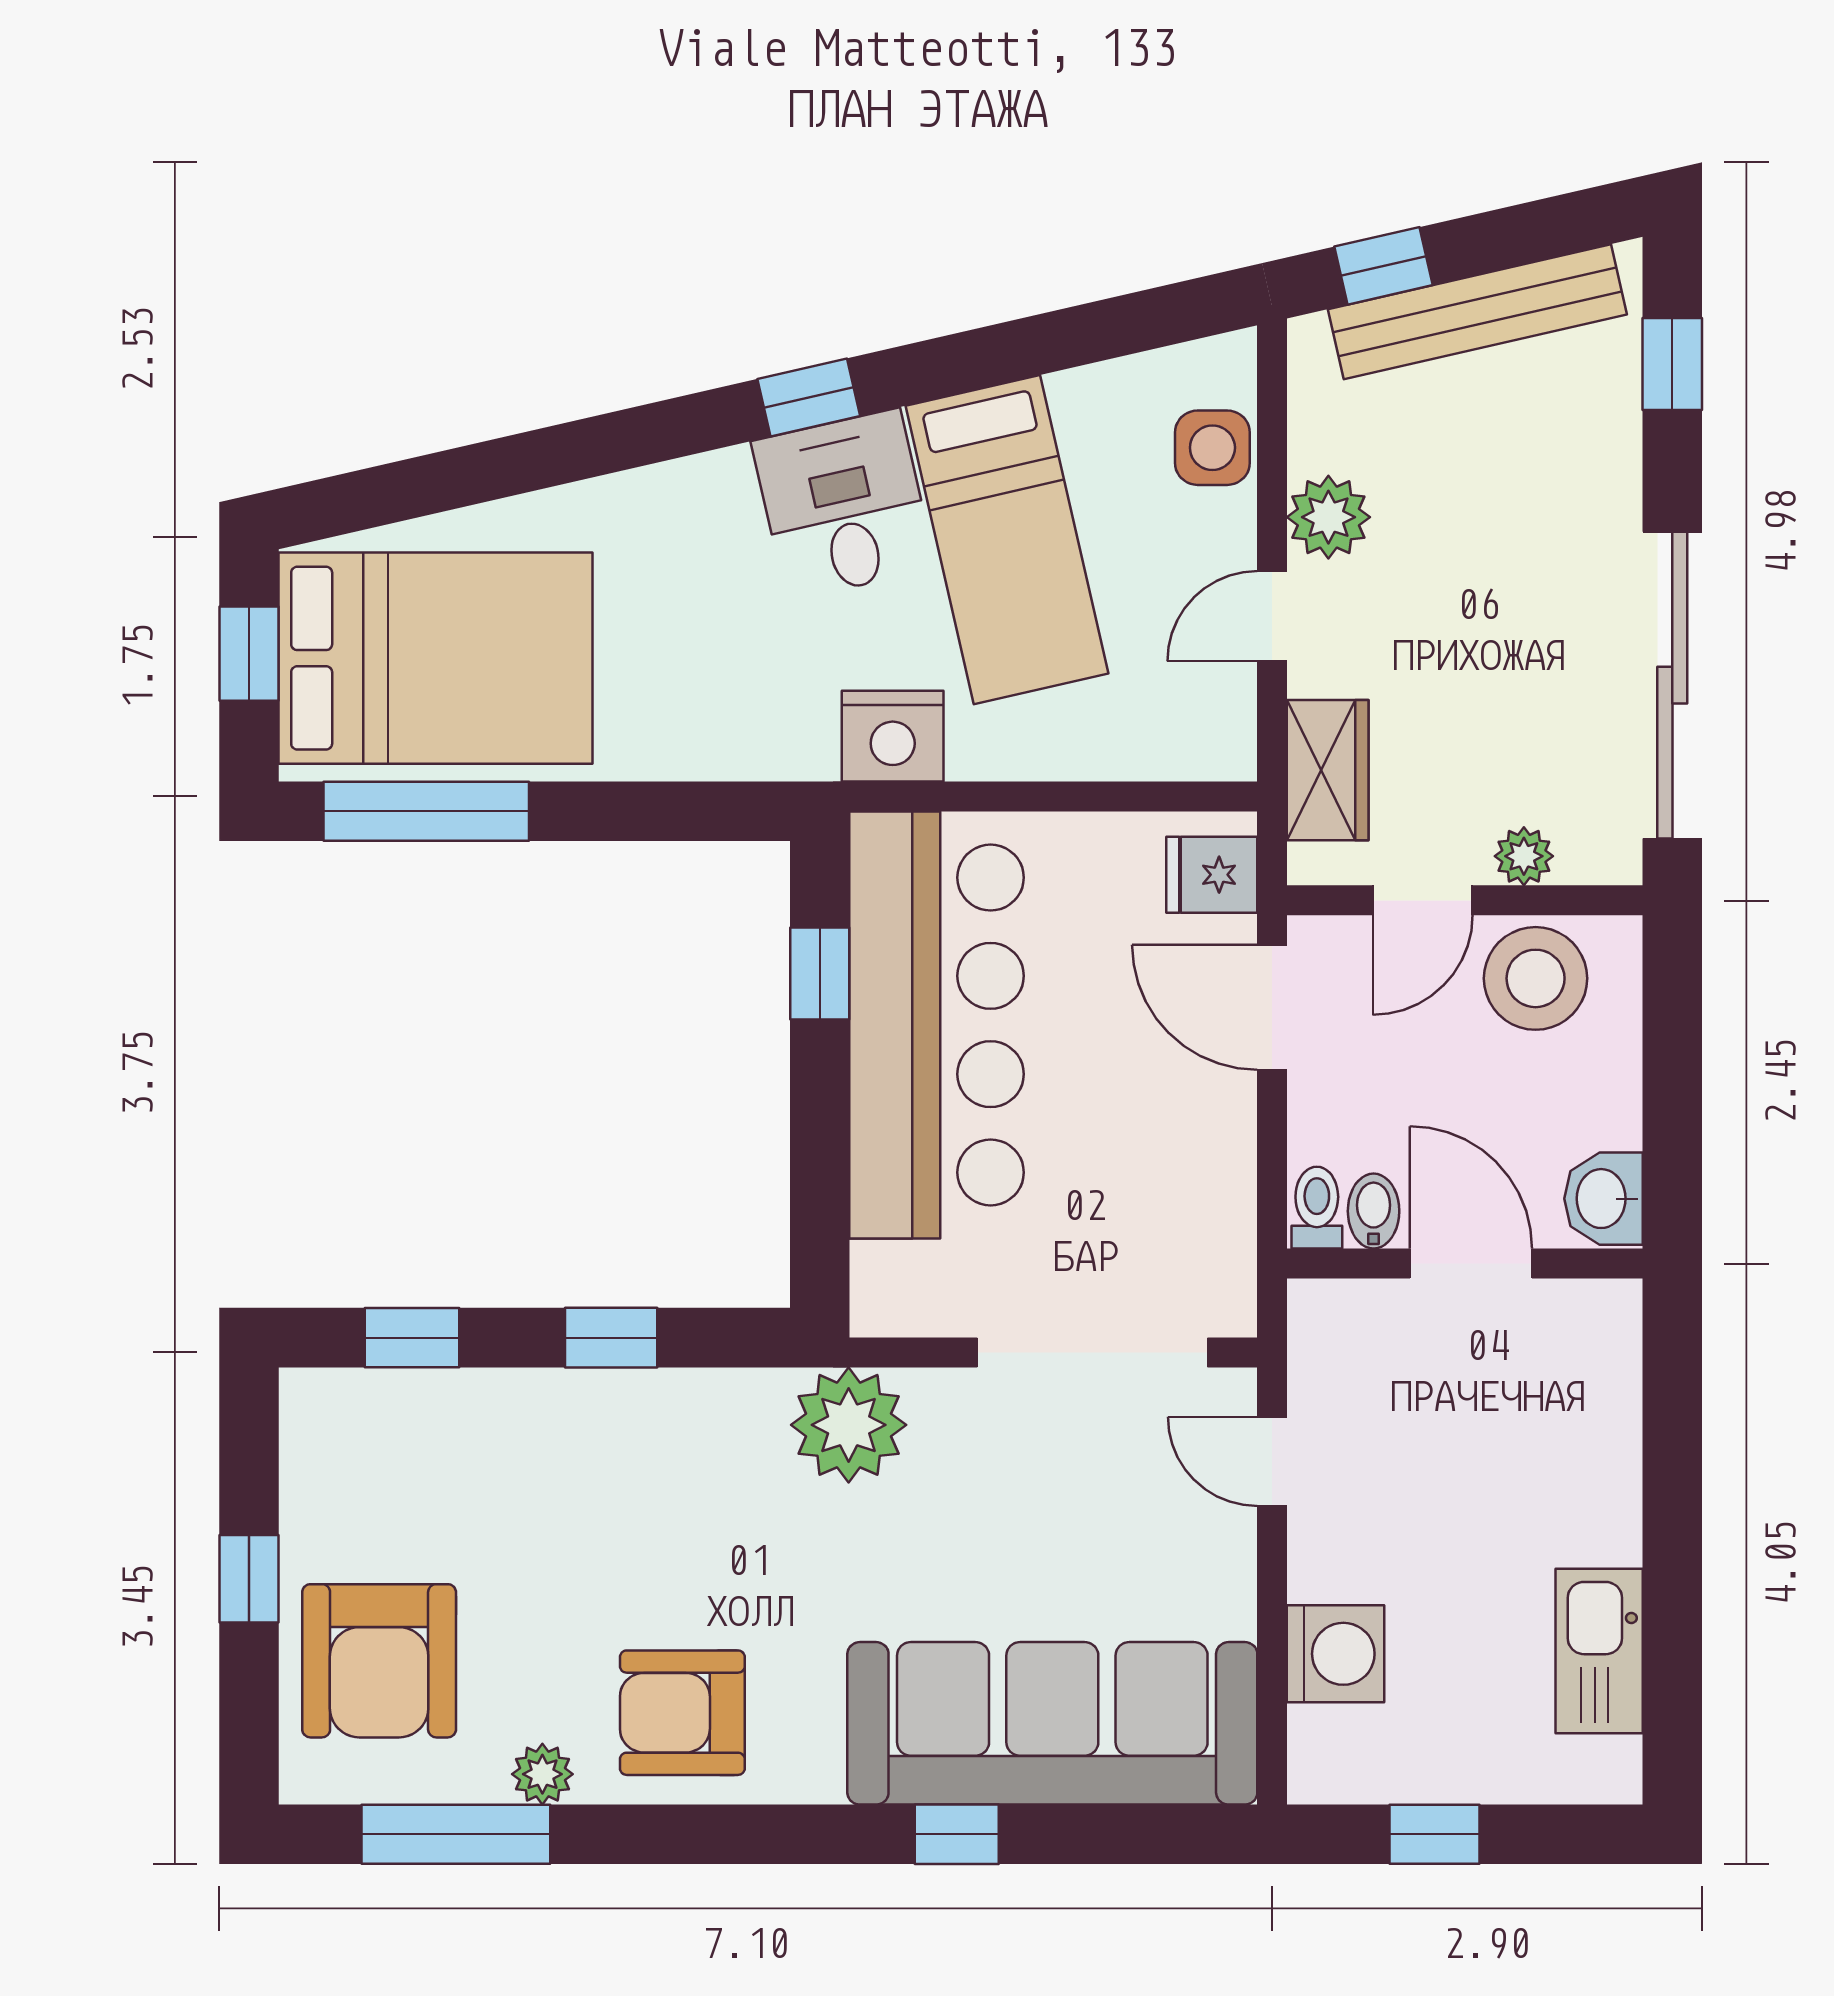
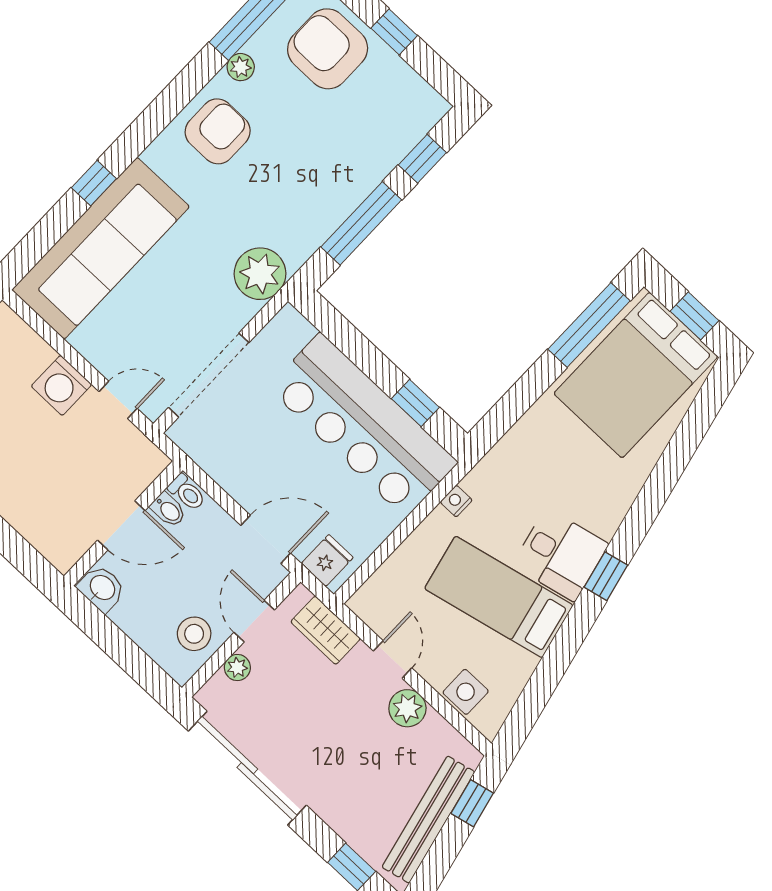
nightstand: (893, 736) -> (456, 501), width x0.53, depth x0.56
stool: (1536, 978) -> (194, 634), width x0.73, depth x0.73
window: (611, 1338) -> (361, 223), width x2.17
washing machine: (1336, 1654) -> (61, 385), moved

